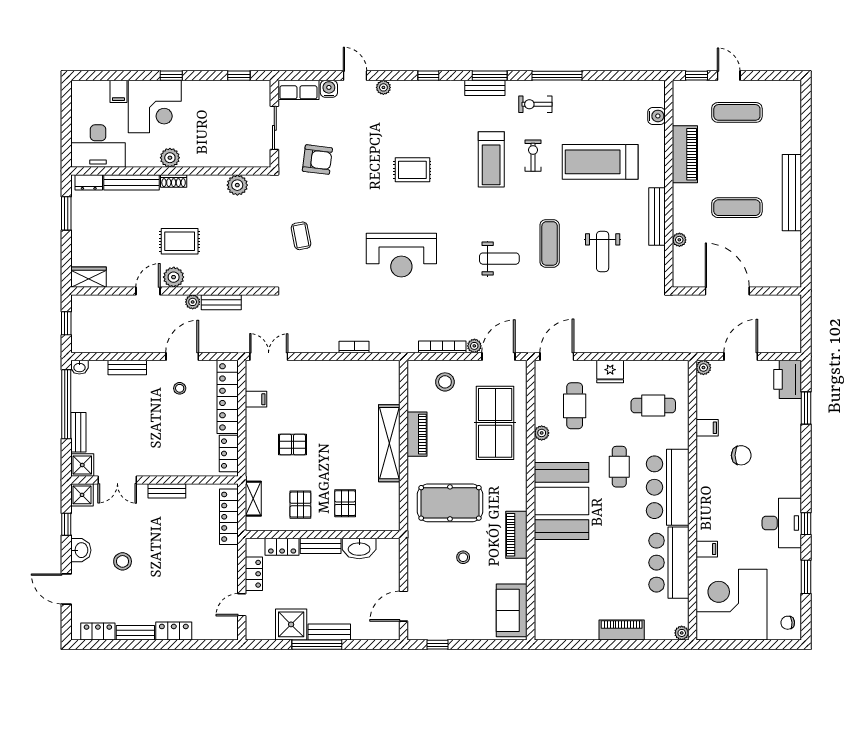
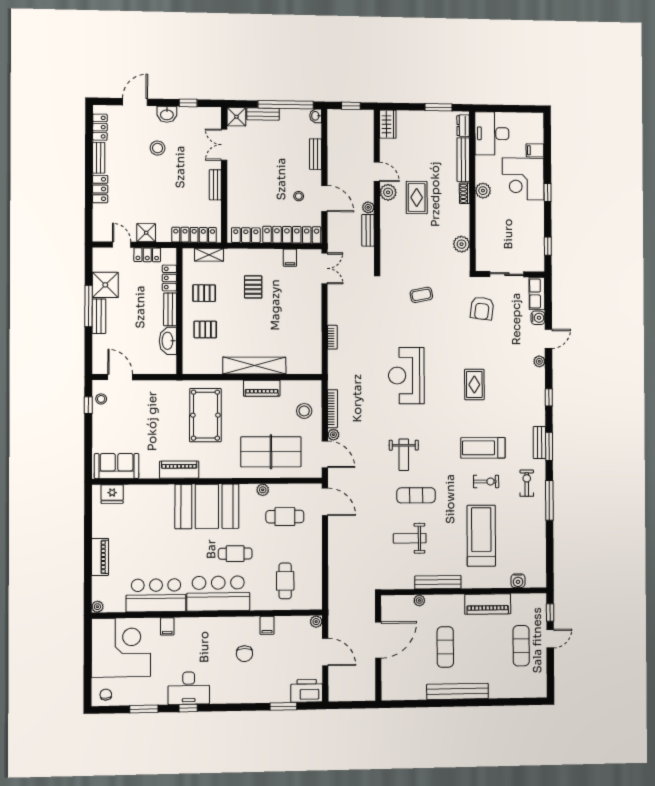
fridge: (610, 371) -> (112, 494), moved, turned -90
shower: (82, 495) -> (146, 233), moved
stool: (463, 557) -> (101, 399), moved

